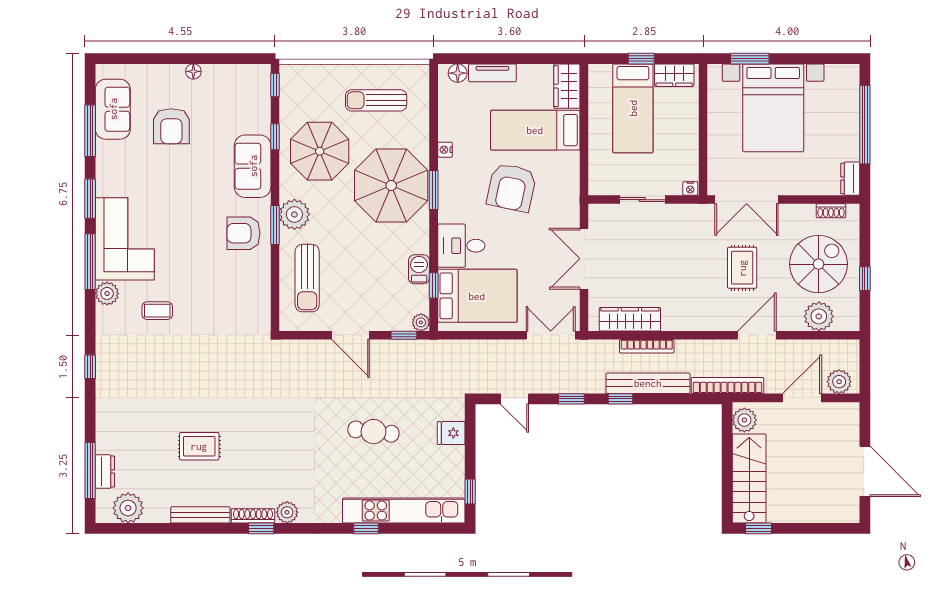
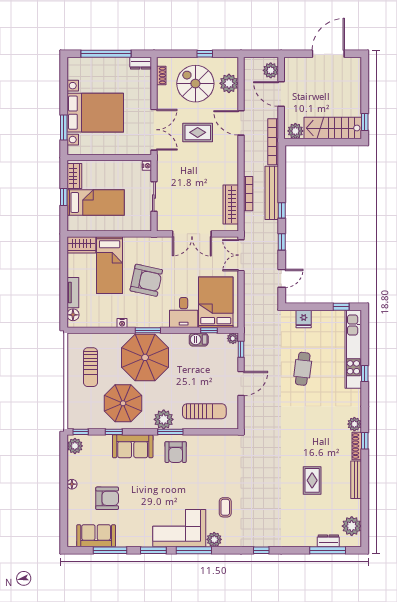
plant: (253, 76) -> (75, 446), added

